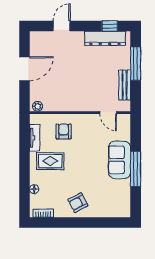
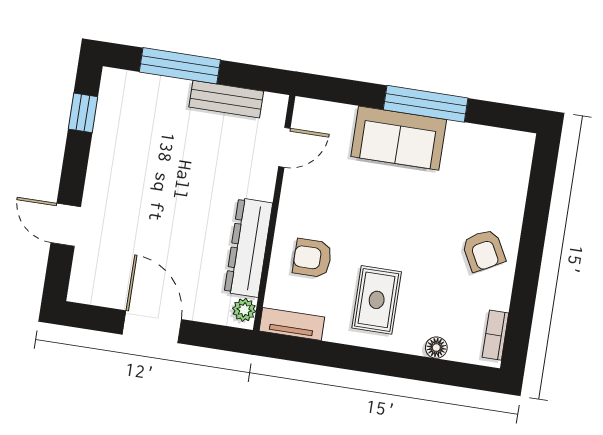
dresser: (105, 38) -> (248, 248), moved, turned 180
tv unit: (35, 138) -> (292, 324), moved

